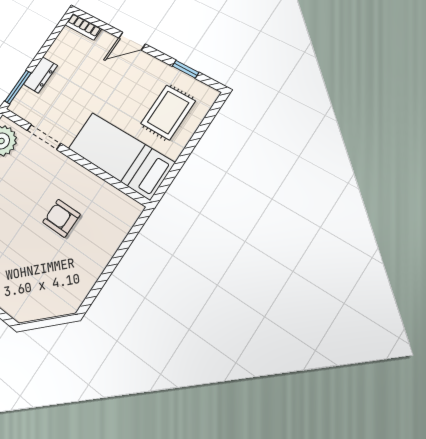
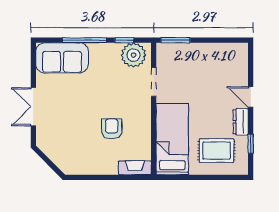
bookcase: (83, 27) -> (243, 57), removed
dresser: (40, 75) -> (241, 122), moved, turned 90
fireplace: (125, 221) -> (135, 168), added

